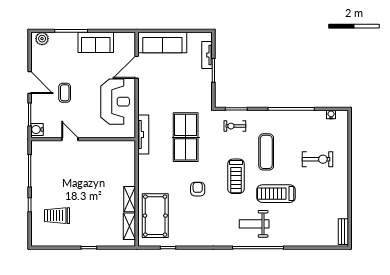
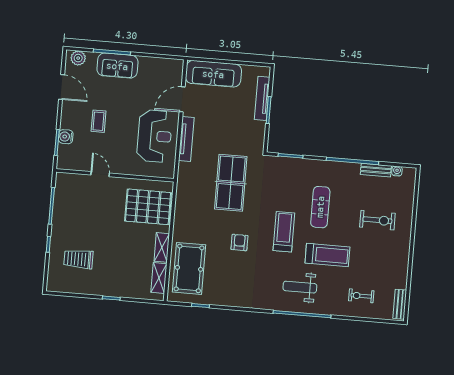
sofa: (96, 42) -> (117, 66), moved
tv unit: (207, 55) -> (262, 98), width x1.41
door: (30, 83) -> (62, 87), moved
bench: (312, 115) -> (376, 170), added
exercise bike: (235, 126) -> (361, 296), moved
water cooler: (37, 130) -> (66, 137), moved
tv unit: (143, 134) -> (186, 139), moved
pallet: (115, 164) -> (148, 207), added
treadmill: (236, 176) -> (284, 232), turned 180
treadmill: (276, 194) -> (327, 255), turned 180

